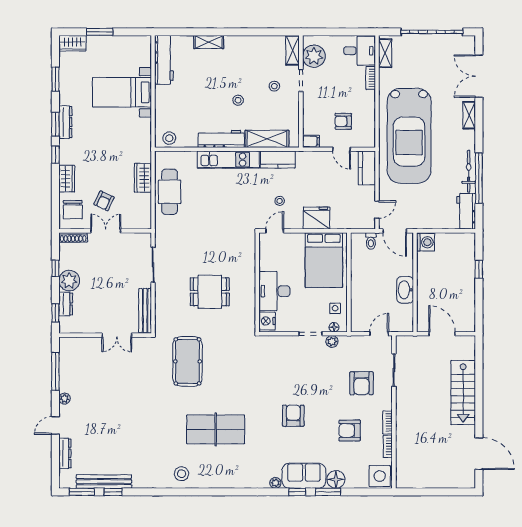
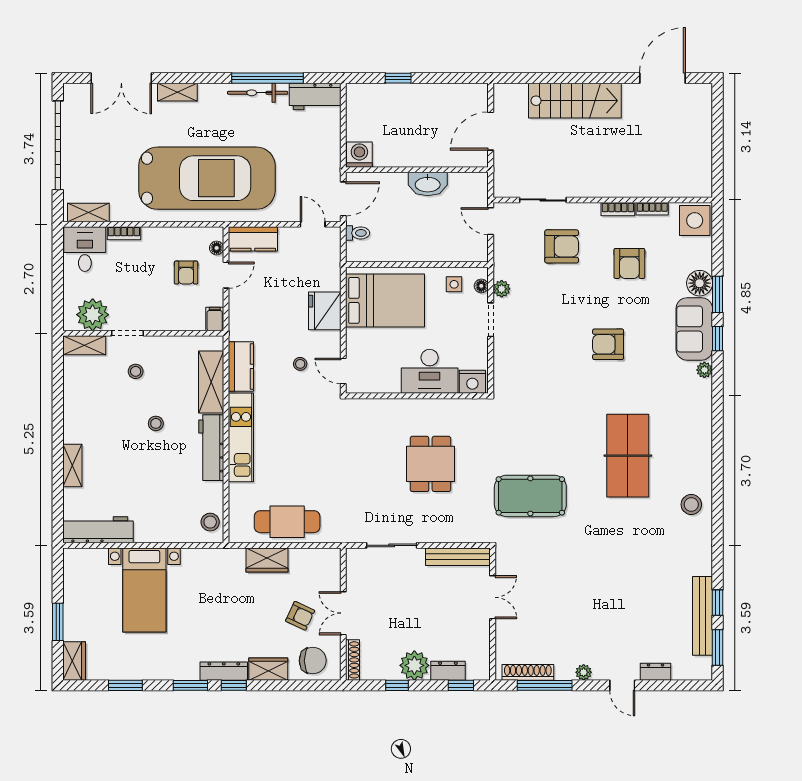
dresser: (65, 122) -> (224, 671), moved
floor lamp: (360, 143) -> (217, 248), added
shoe rack: (64, 360) -> (528, 672), added
dresser: (65, 453) -> (655, 672), width x0.70

